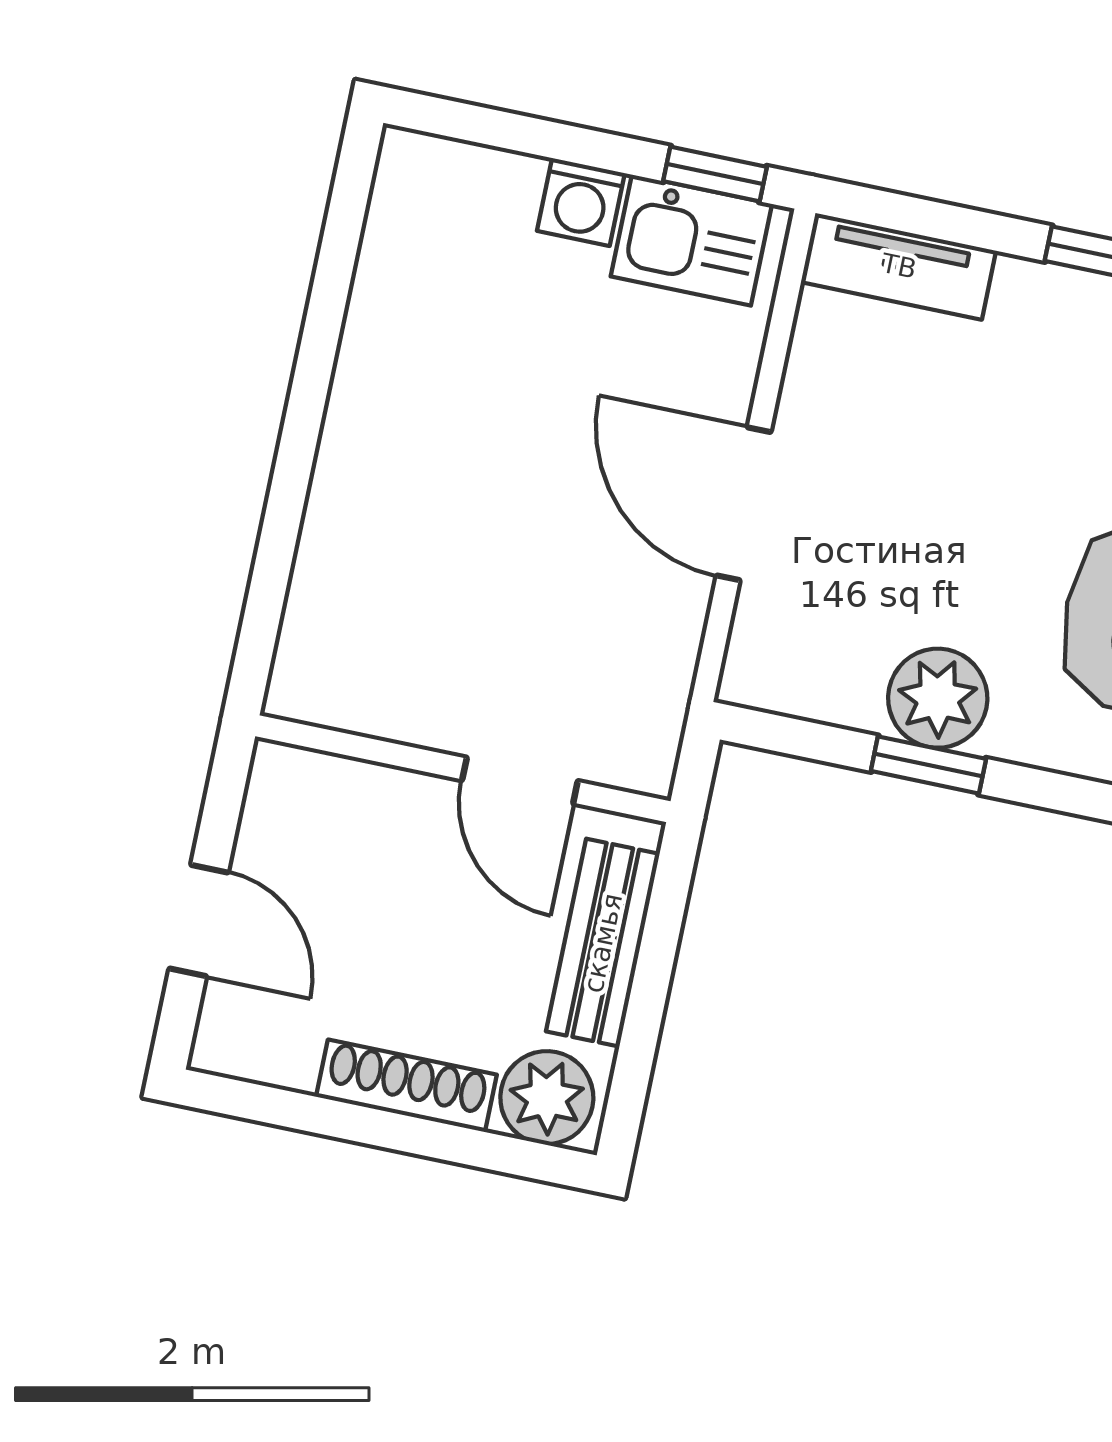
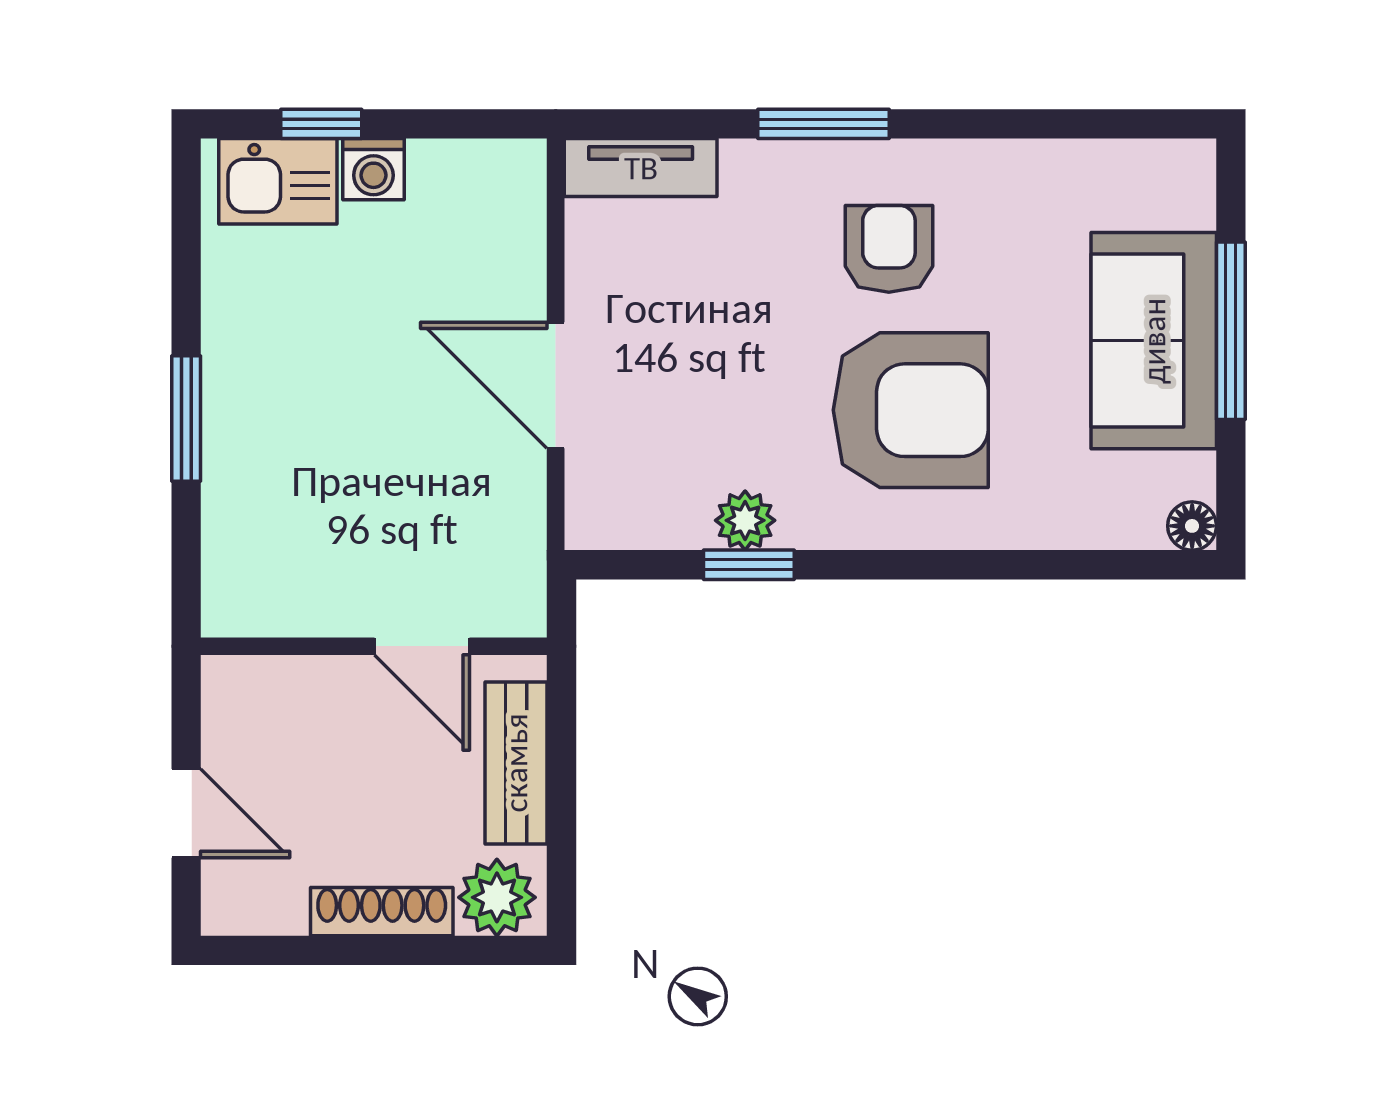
window: (715, 174) -> (321, 124), moved
kitchen sink: (691, 240) -> (278, 181), moved
window: (296, 452) -> (186, 419), added
plant: (938, 698) -> (745, 520), width x0.73, depth x0.73

